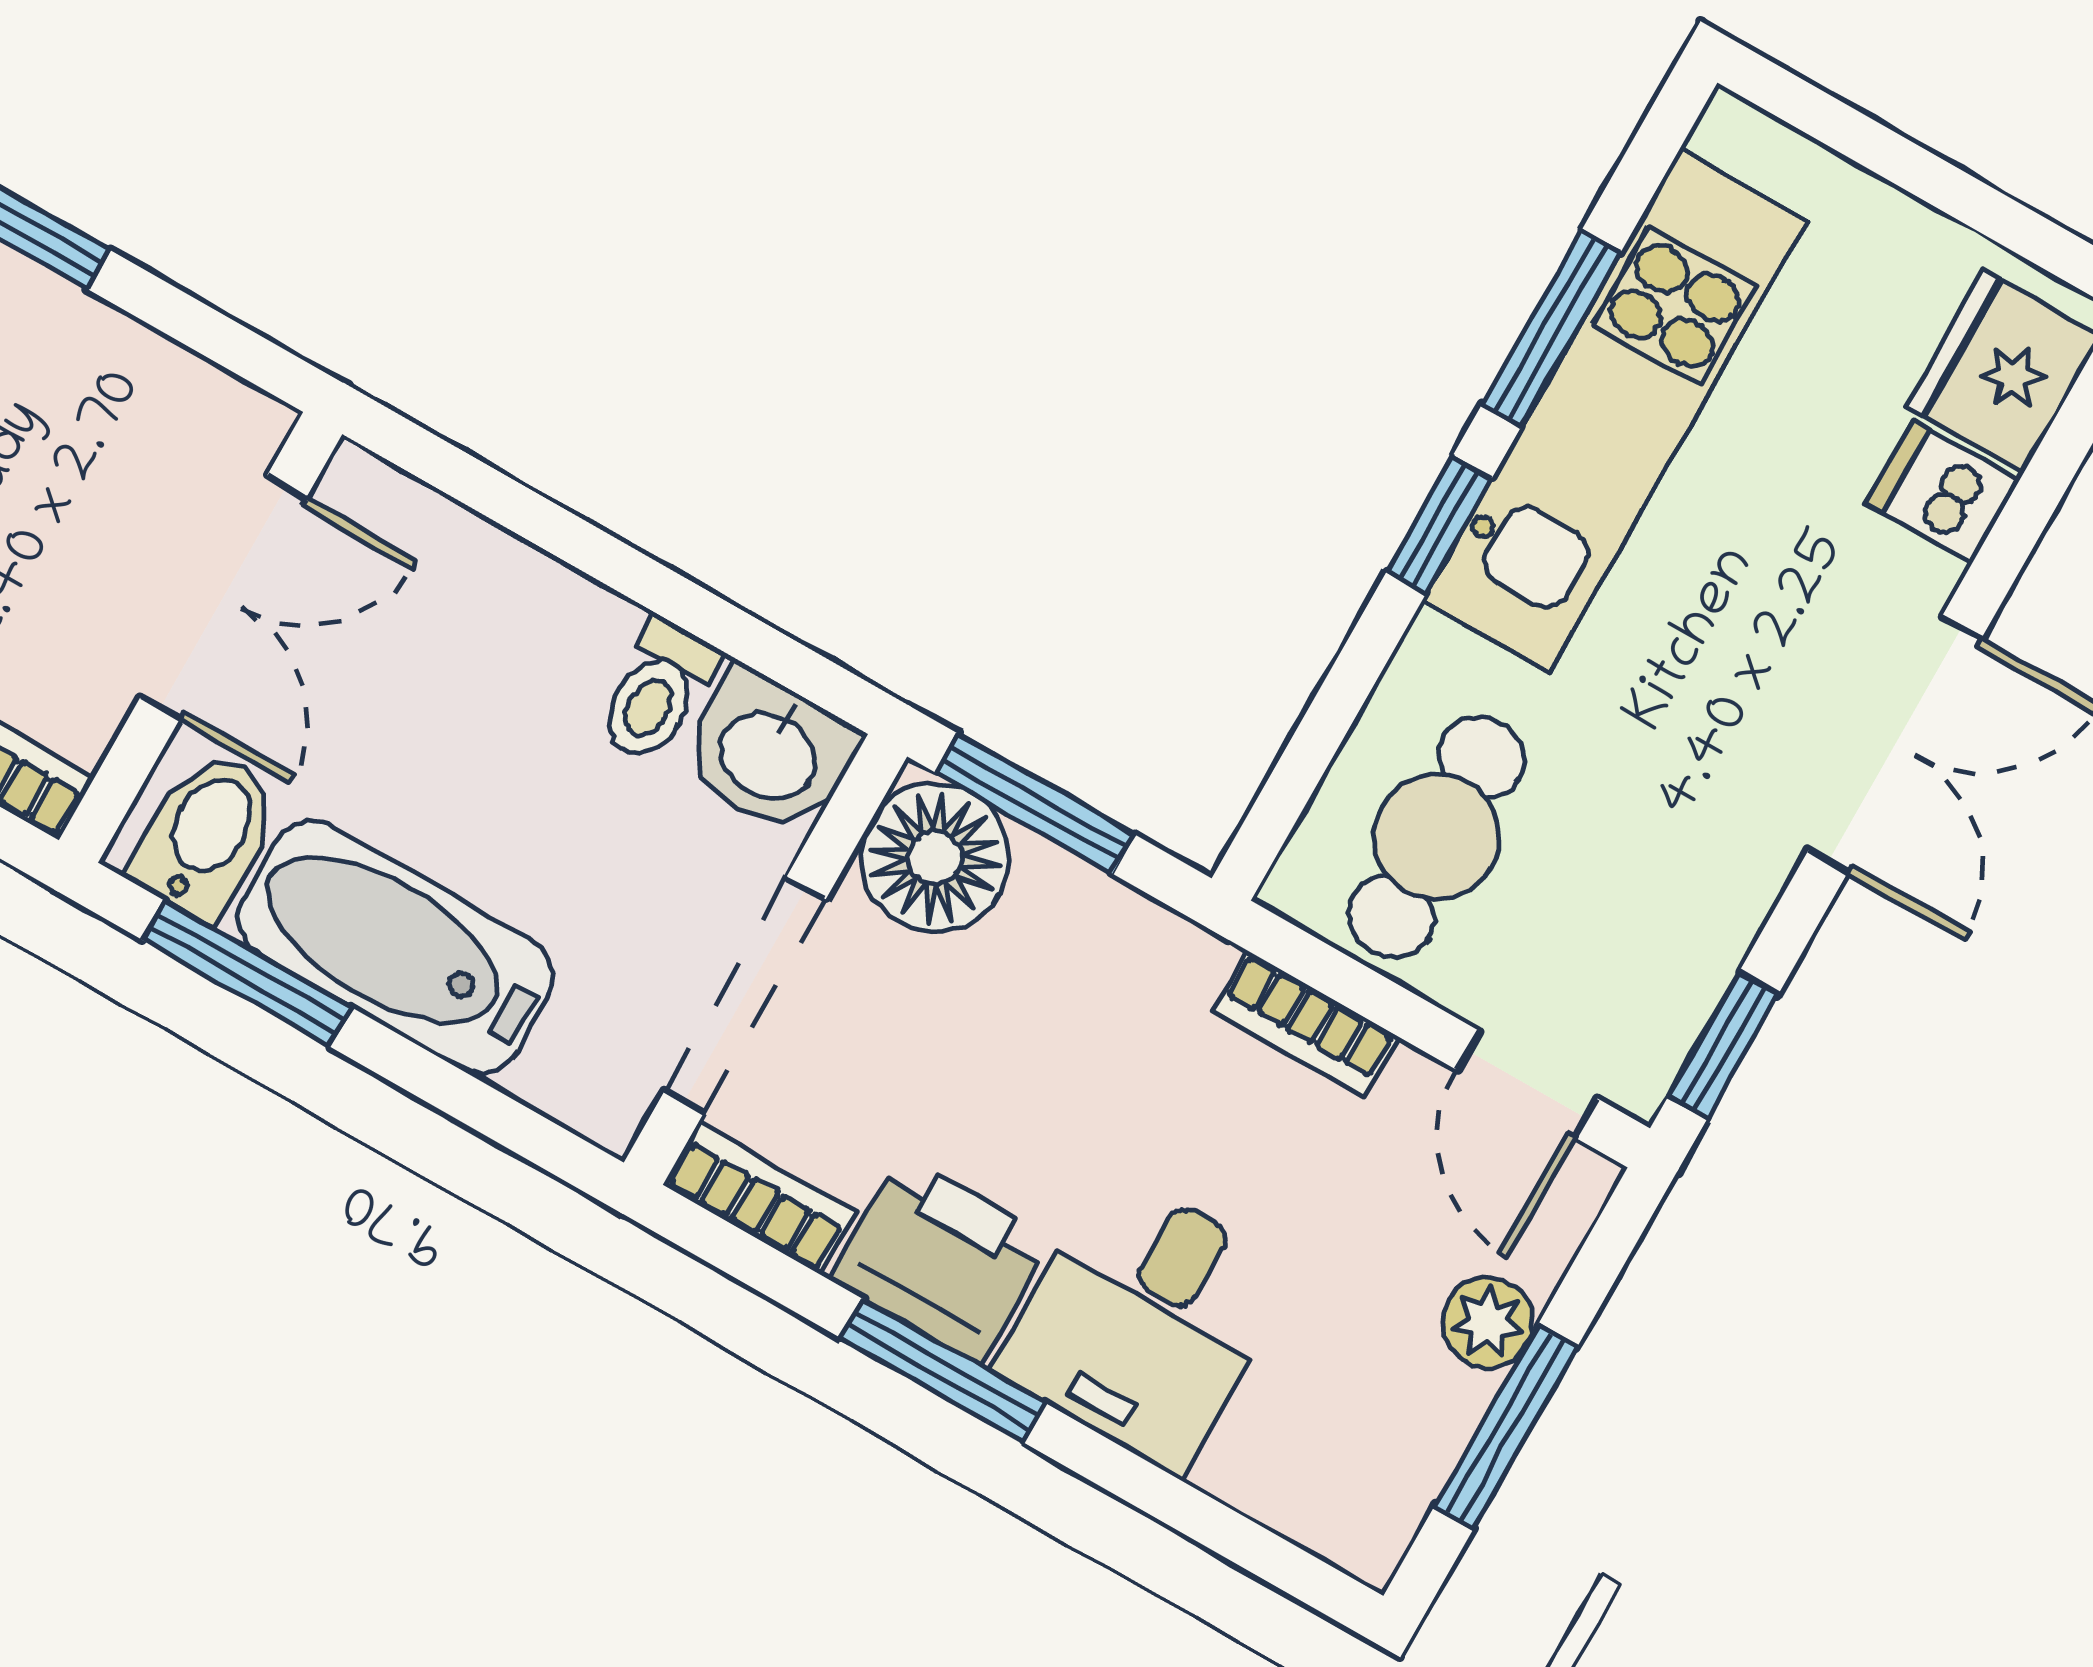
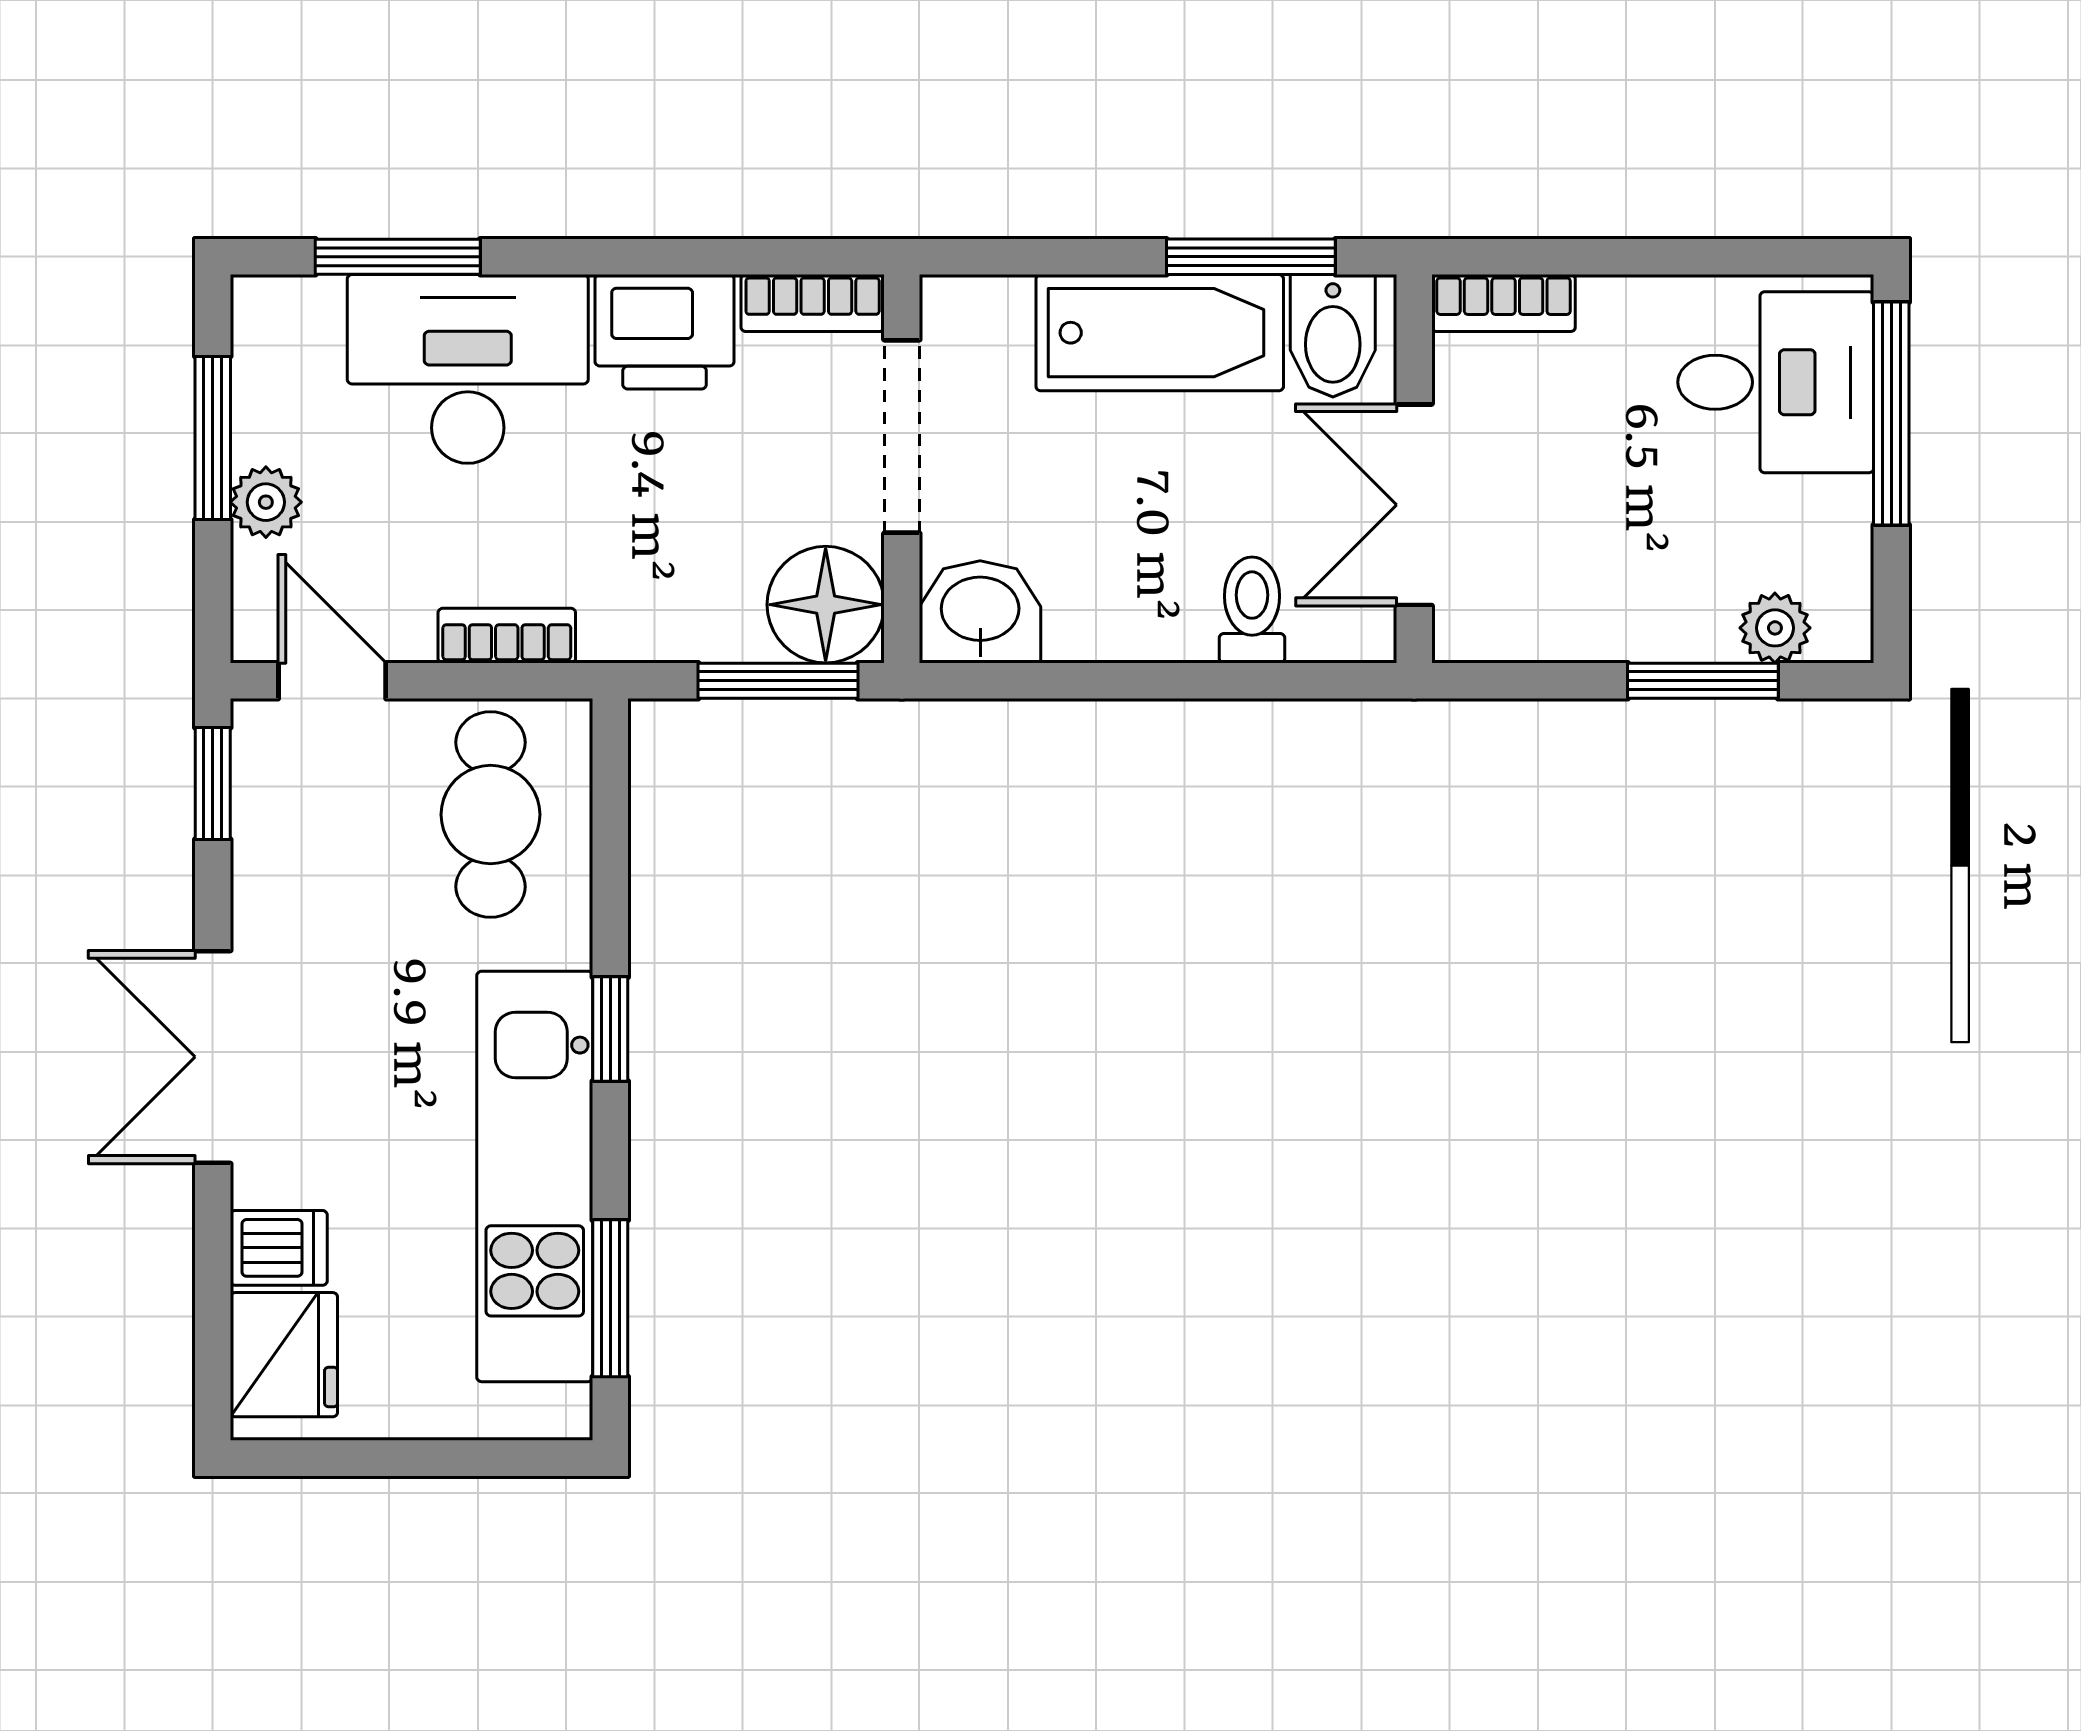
window: (1551, 329) -> (610, 1298), moved
toilet: (657, 692) -> (1252, 610), moved
desk: (1145, 1322) -> (468, 369), width x1.37
window: (943, 1371) -> (398, 257), moved

